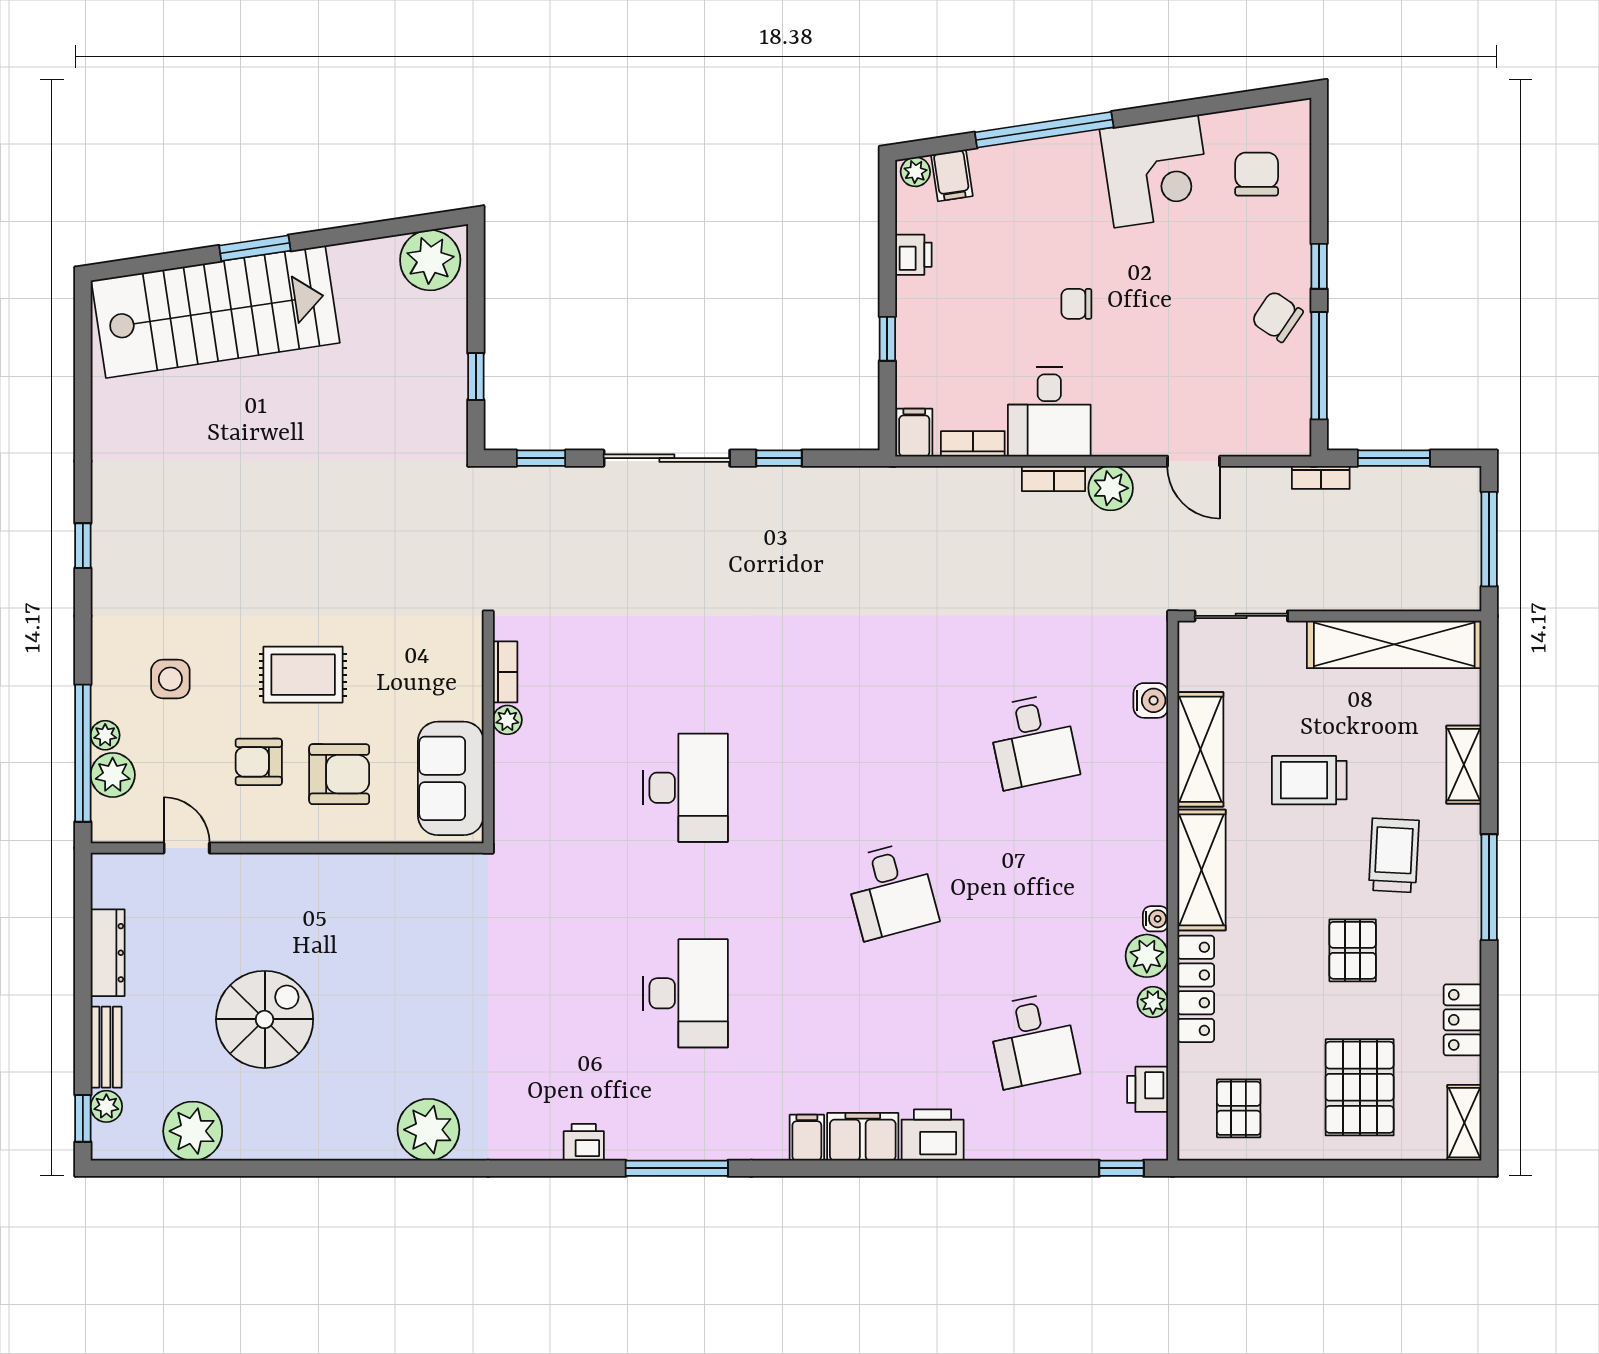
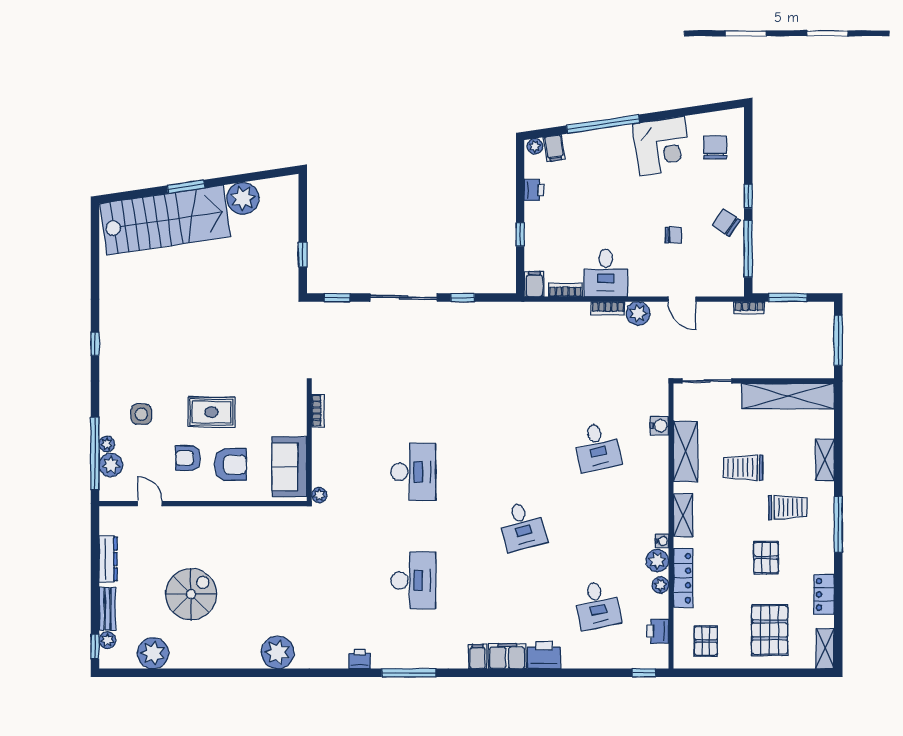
plant: (430, 260) -> (243, 198), moved
chair: (1076, 304) -> (674, 235), moved, turned 180
plant: (507, 720) -> (319, 495), moved
trolley: (1394, 855) -> (788, 507), turned 87
shelving: (1202, 870) -> (683, 515), width x0.67, depth x0.75

